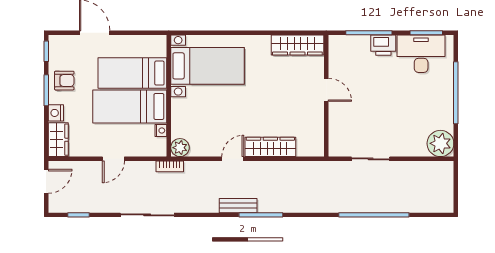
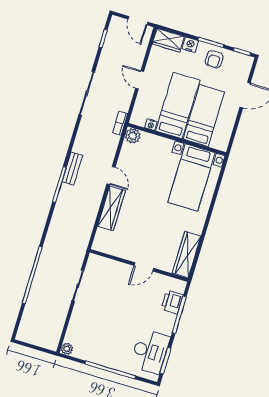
printer: (383, 45) -> (172, 302), moved
plant: (440, 143) -> (67, 349), width x0.53, depth x0.53

